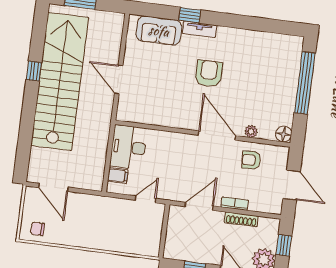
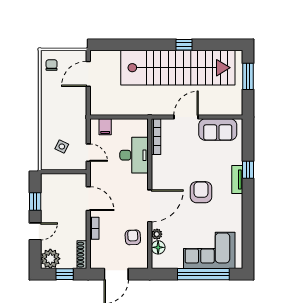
sofa: (159, 31) -> (218, 130), moved, turned -90
armchair: (209, 73) -> (201, 192), turned -90
corner sofa: (278, 73) -> (209, 250), added
bookcase: (137, 118) -> (156, 137), added
floor lamp: (284, 134) -> (158, 247), moved
desk: (129, 147) -> (134, 155), moved, turned 90
shoe rack: (241, 219) -> (82, 255), moved
side table: (134, 229) -> (62, 146), added

